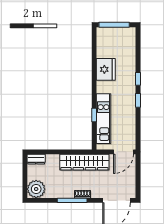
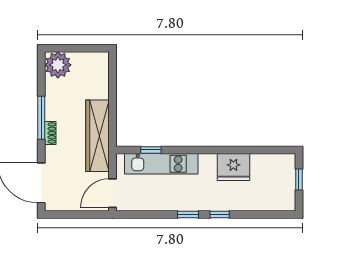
window: (114, 25) -> (299, 179), width x0.46
window: (94, 115) -> (151, 150), moved
door: (124, 152) -> (112, 193), hinge flipped
dresser: (36, 159) -> (102, 65), removed

